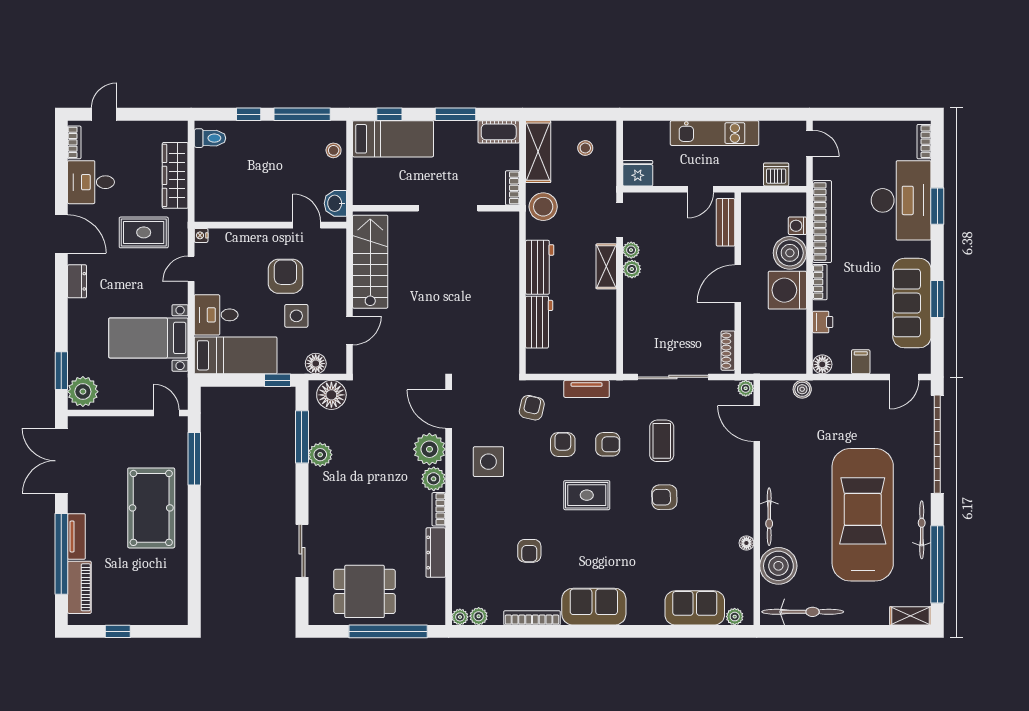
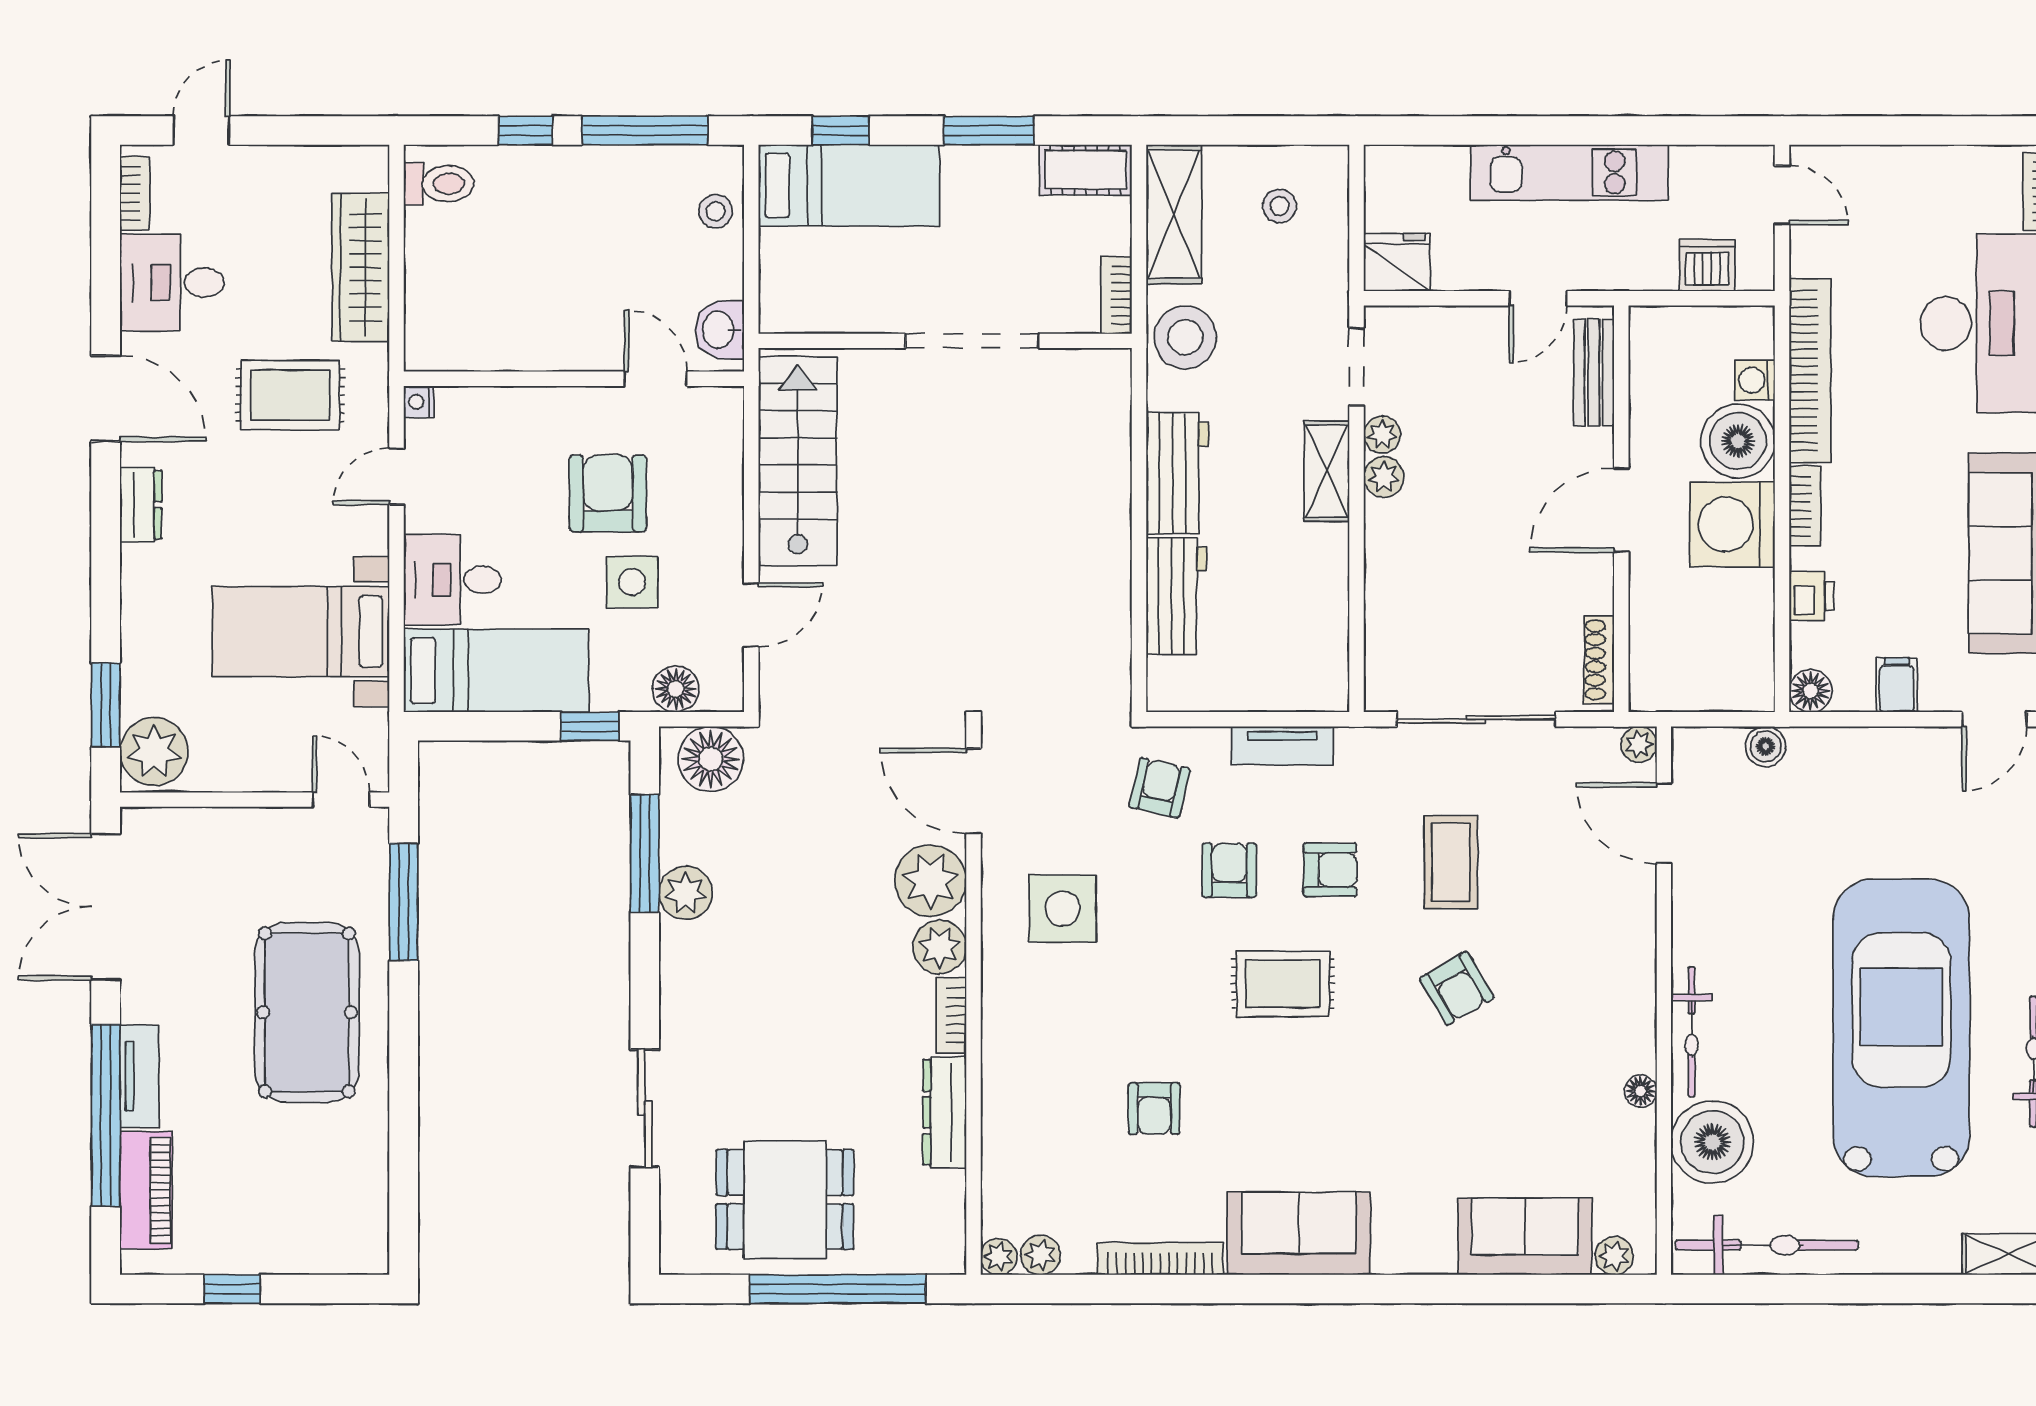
armchair: (664, 497) -> (1457, 988), turned -119

